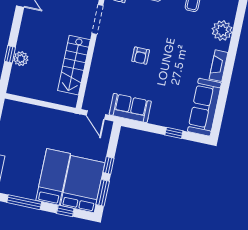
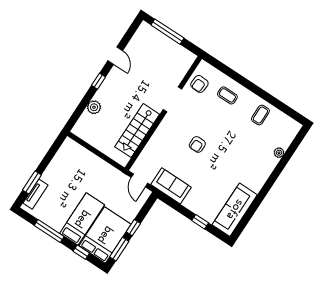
plant: (222, 31) -> (279, 153), width x0.53, depth x0.53
window: (10, 54) -> (98, 81), moved
fireplace: (219, 66) -> (261, 179), removed

